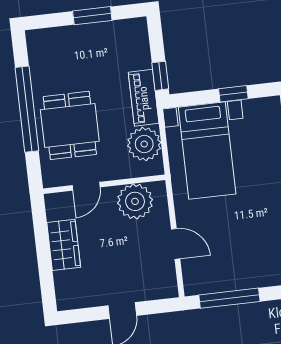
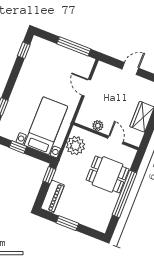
piano: (144, 98) -> (53, 197), moved
dining table: (70, 125) -> (108, 174), turned 90
door: (86, 186) -> (115, 140), hinge flipped
plant: (135, 201) -> (98, 126), width x0.53, depth x0.53

